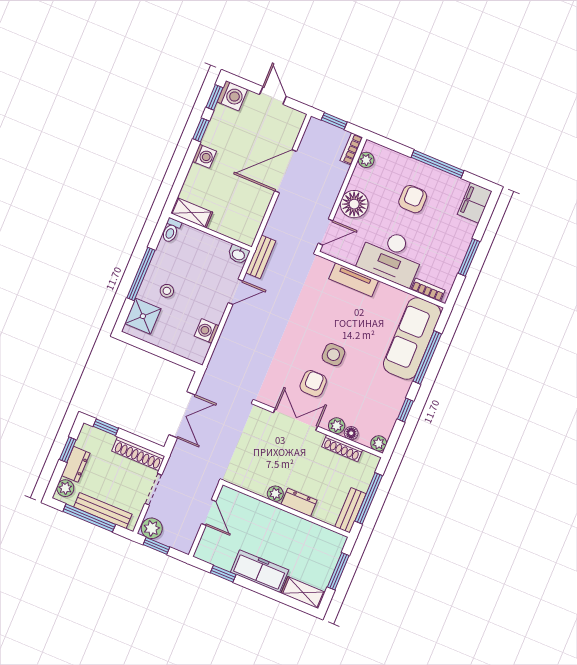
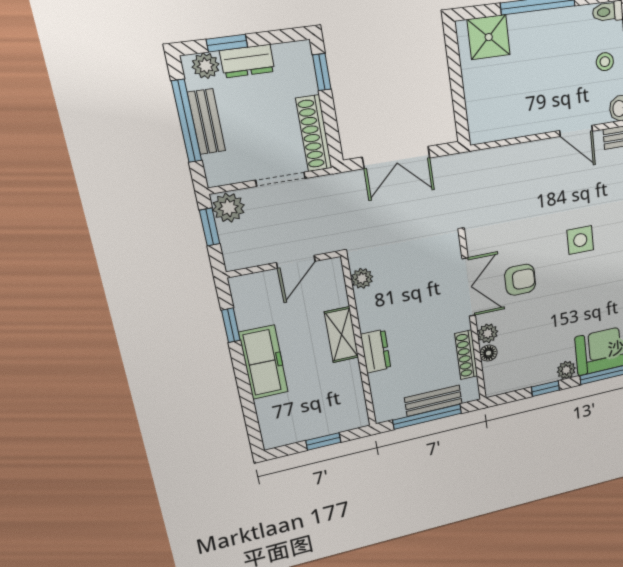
stool: (167, 291) -> (605, 62), moved
washing machine: (207, 331) -> (513, 125), removed
side table: (333, 355) -> (580, 240), moved
plant: (379, 443) -> (566, 370), moved
window: (68, 450) -> (227, 43), moved
plant: (275, 494) -> (362, 278), moved
bench: (350, 510) -> (433, 401), moved
bench: (103, 511) -> (207, 122), width x0.73
window: (338, 571) -> (323, 441), width x0.67
shelving: (303, 593) -> (342, 335), moved

